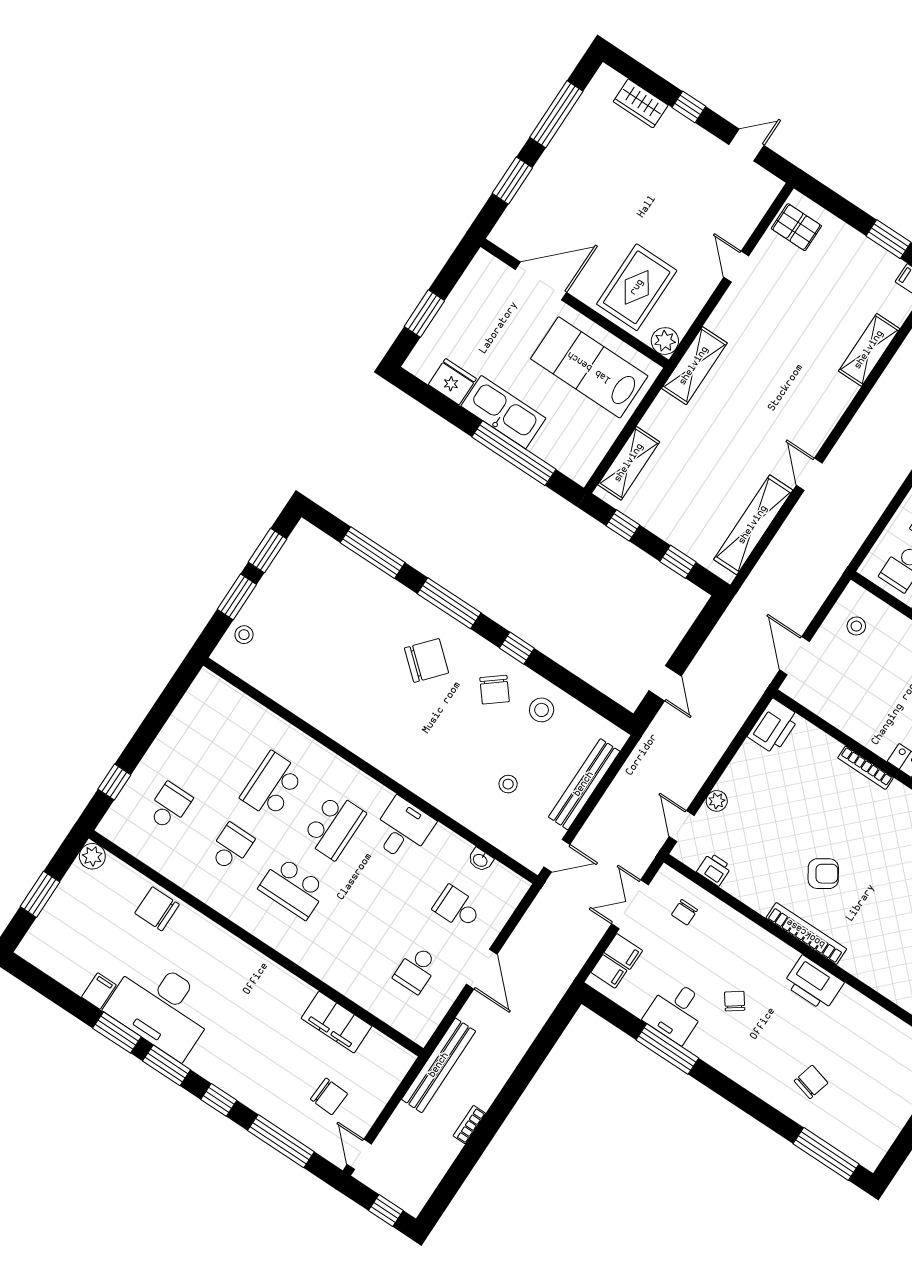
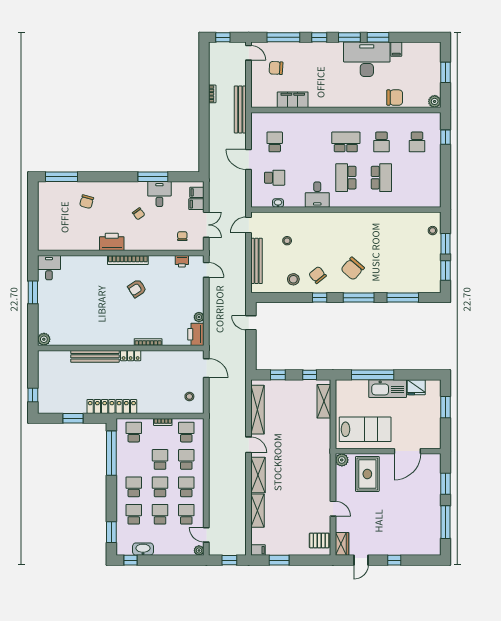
wardrobe: (641, 103) -> (342, 544), moved, turned 90
shelving: (694, 366) -> (258, 475), moved
plant: (717, 801) -> (199, 317), moved

